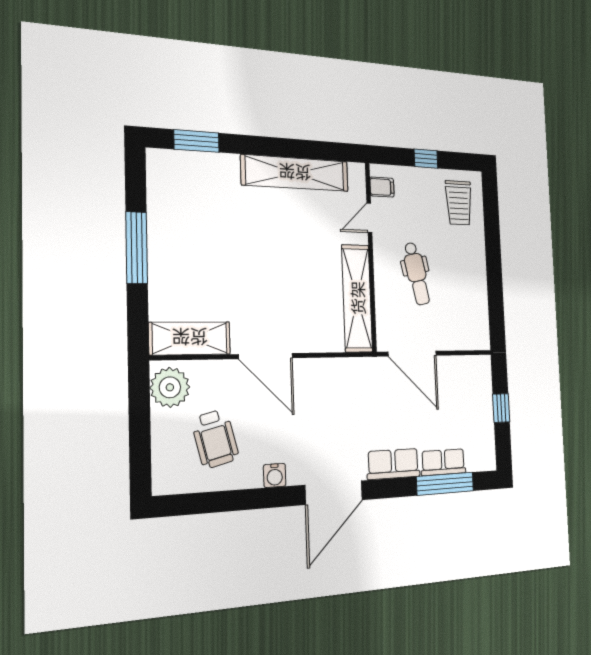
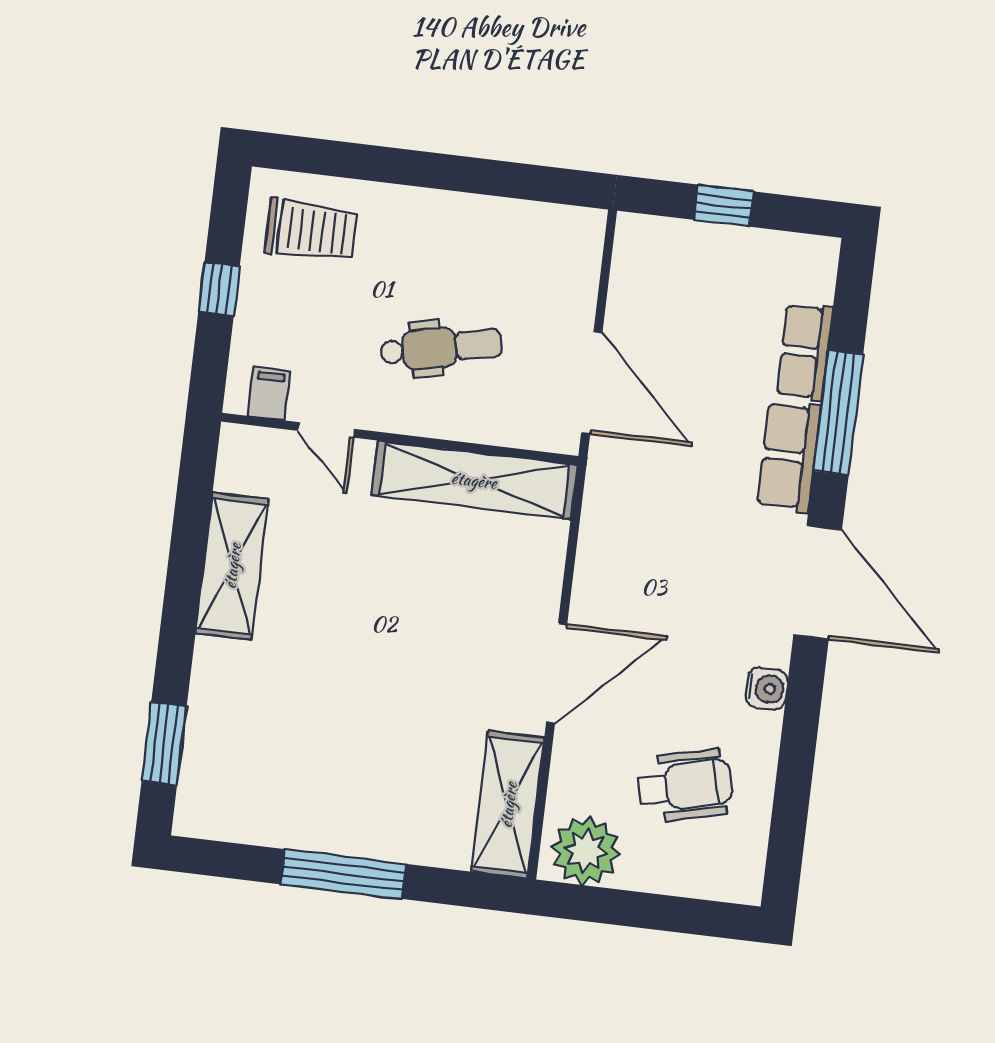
shelving: (295, 173) -> (232, 566), width x0.68
door: (412, 354) -> (592, 383), hinge flipped
window: (445, 484) -> (838, 412), moved

